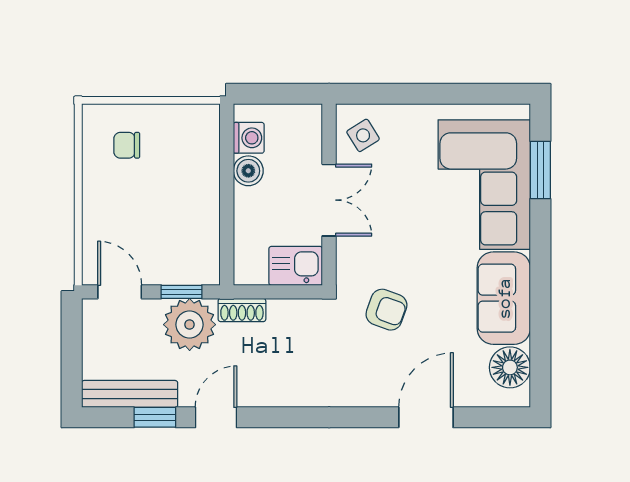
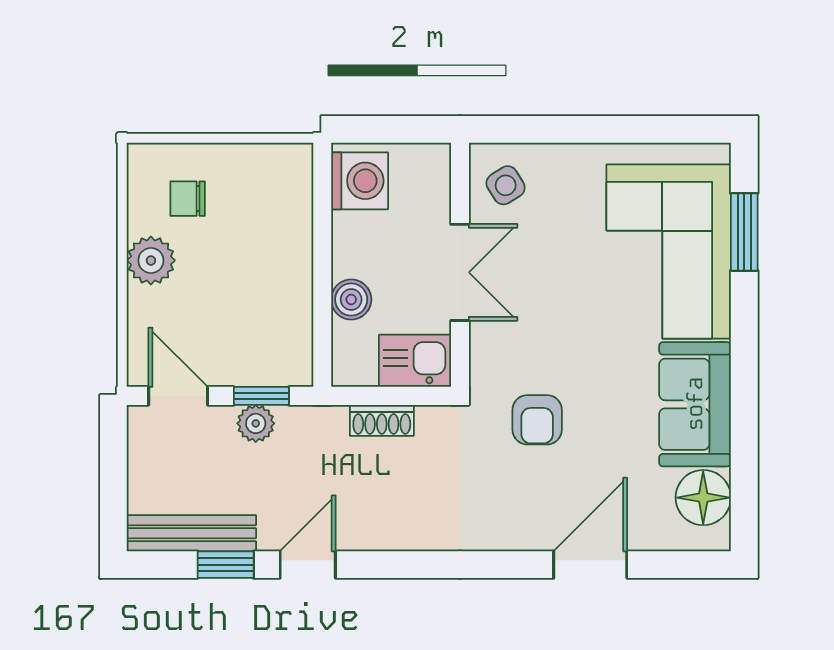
washing machine: (249, 138) -> (360, 181), width x1.38, depth x1.38
boiler: (248, 171) -> (351, 299), moved
plant: (99, 191) -> (151, 260), added
shoe rack: (242, 310) -> (382, 420), moved
armchair: (386, 310) -> (537, 420), turned 70
plant: (190, 325) -> (256, 423), width x0.53, depth x0.53

